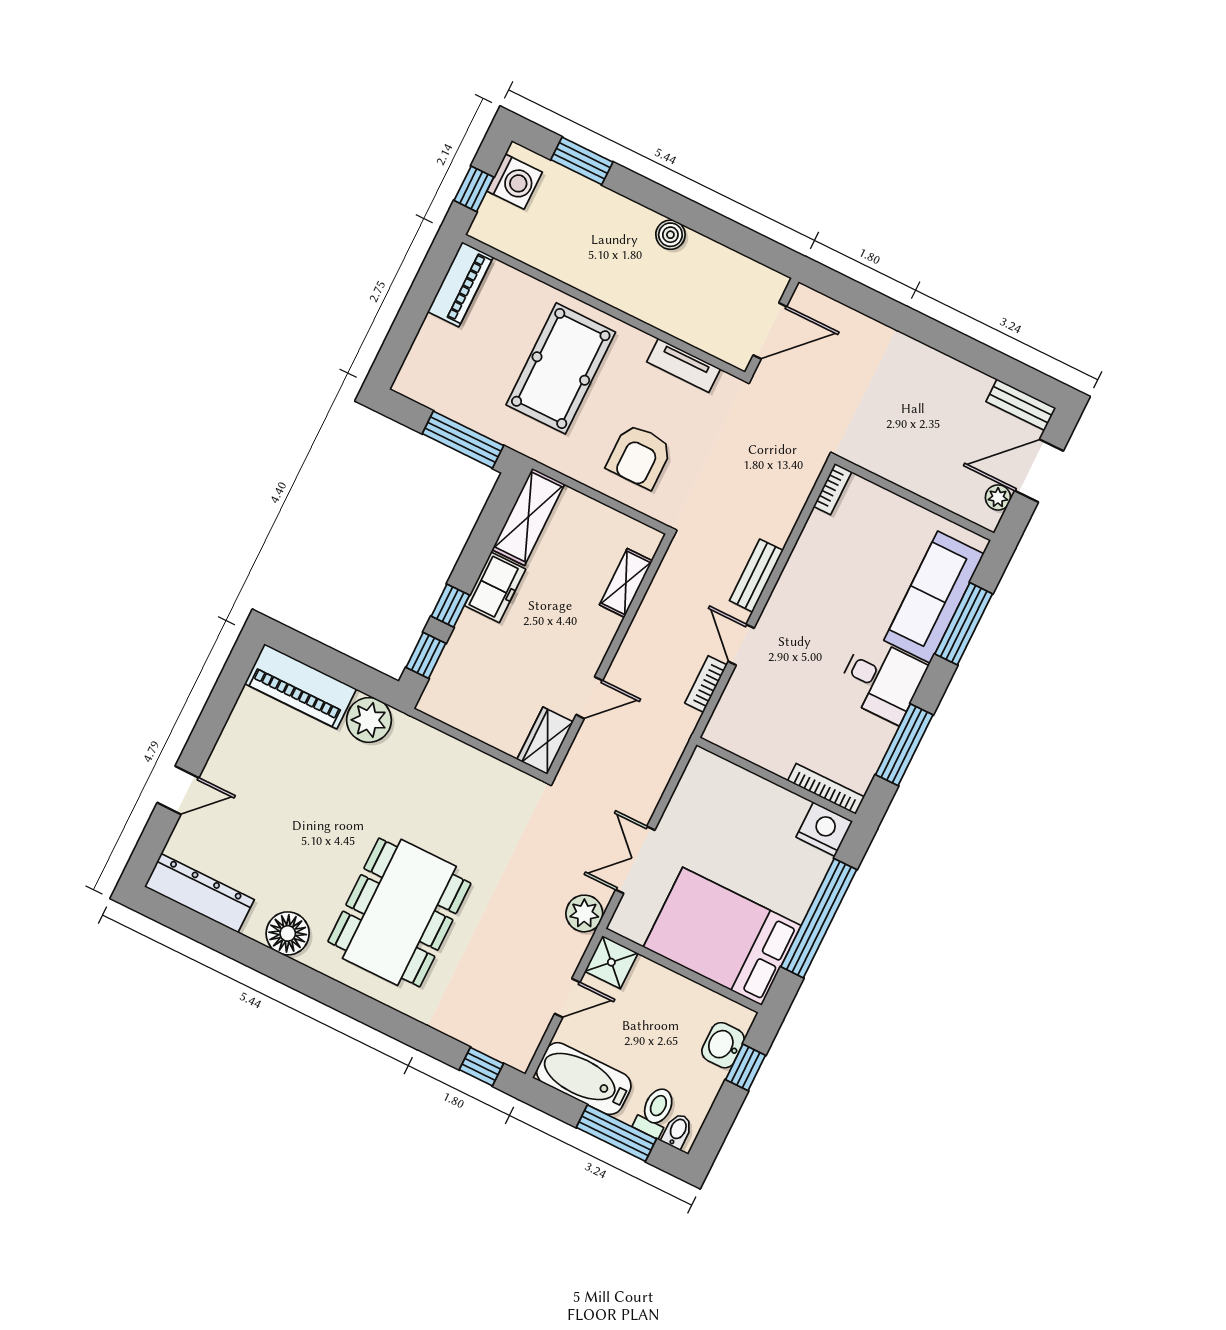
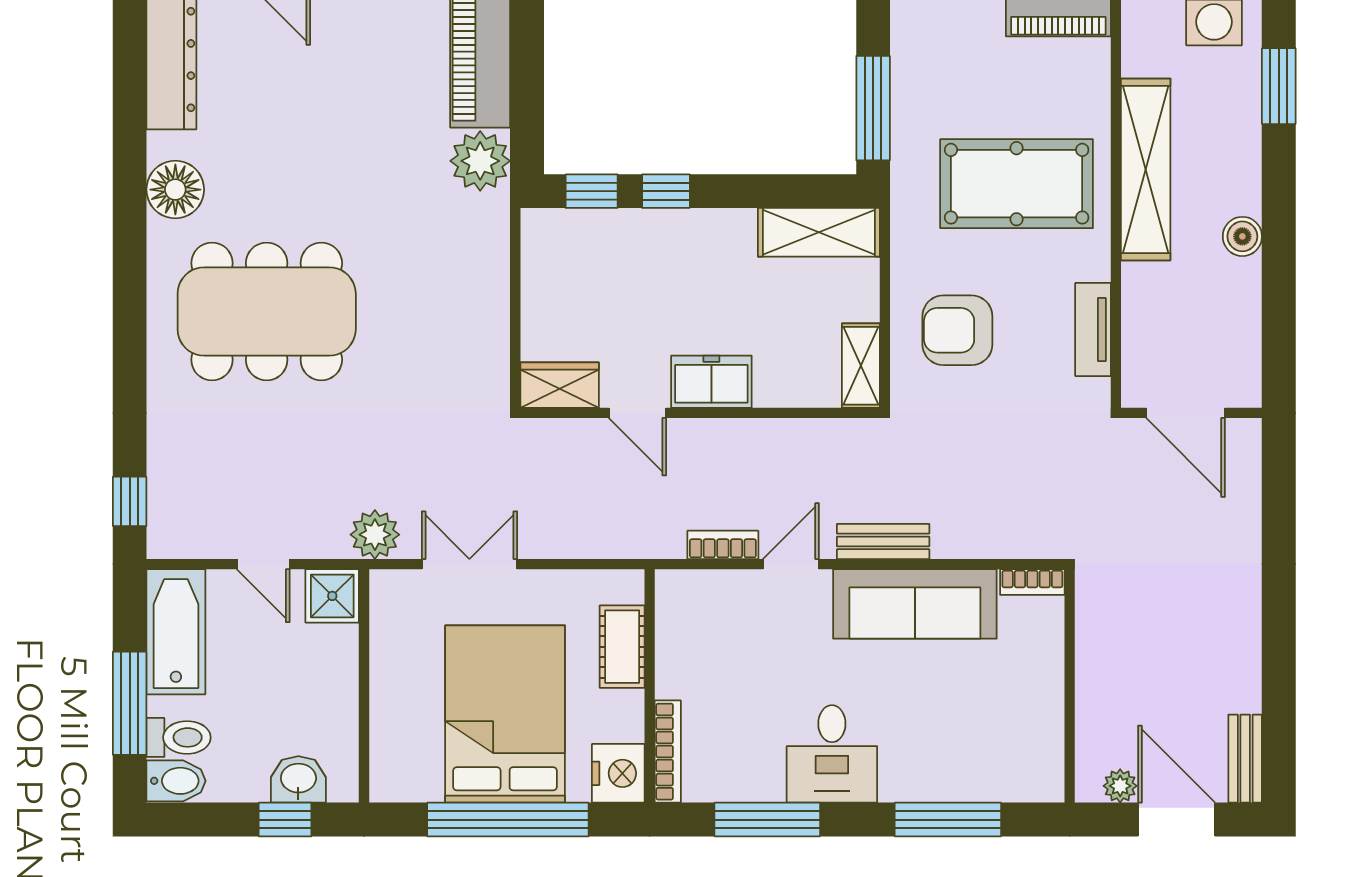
shelving: (594, 277) -> (1146, 169), added
shelving: (626, 583) -> (861, 366), moved, turned 90
freezer: (495, 587) -> (711, 382), moved, turned 180
sofa: (934, 597) -> (915, 604), moved, turned 180
cot: (741, 785) -> (622, 647), added
bed: (722, 936) -> (505, 714), moved
bidet: (677, 1131) -> (176, 781), width x1.38, depth x1.36

